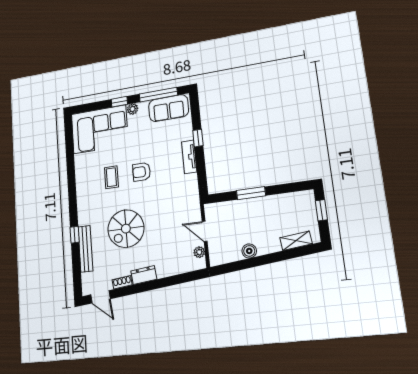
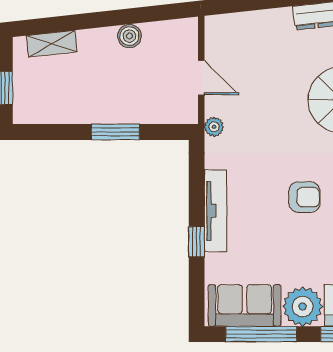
plant: (132, 109) -> (303, 307), width x1.87, depth x1.87
tv unit: (189, 157) -> (215, 211), width x1.41
plant: (199, 252) -> (214, 127), moved

